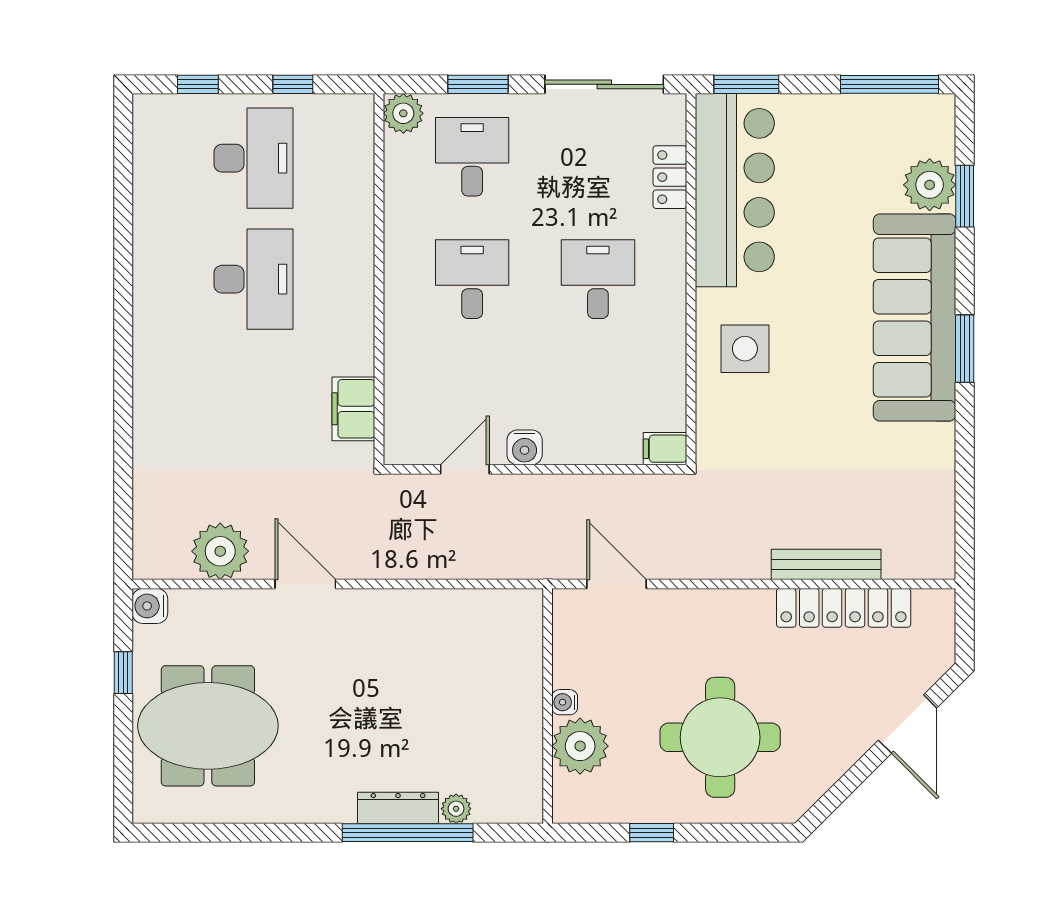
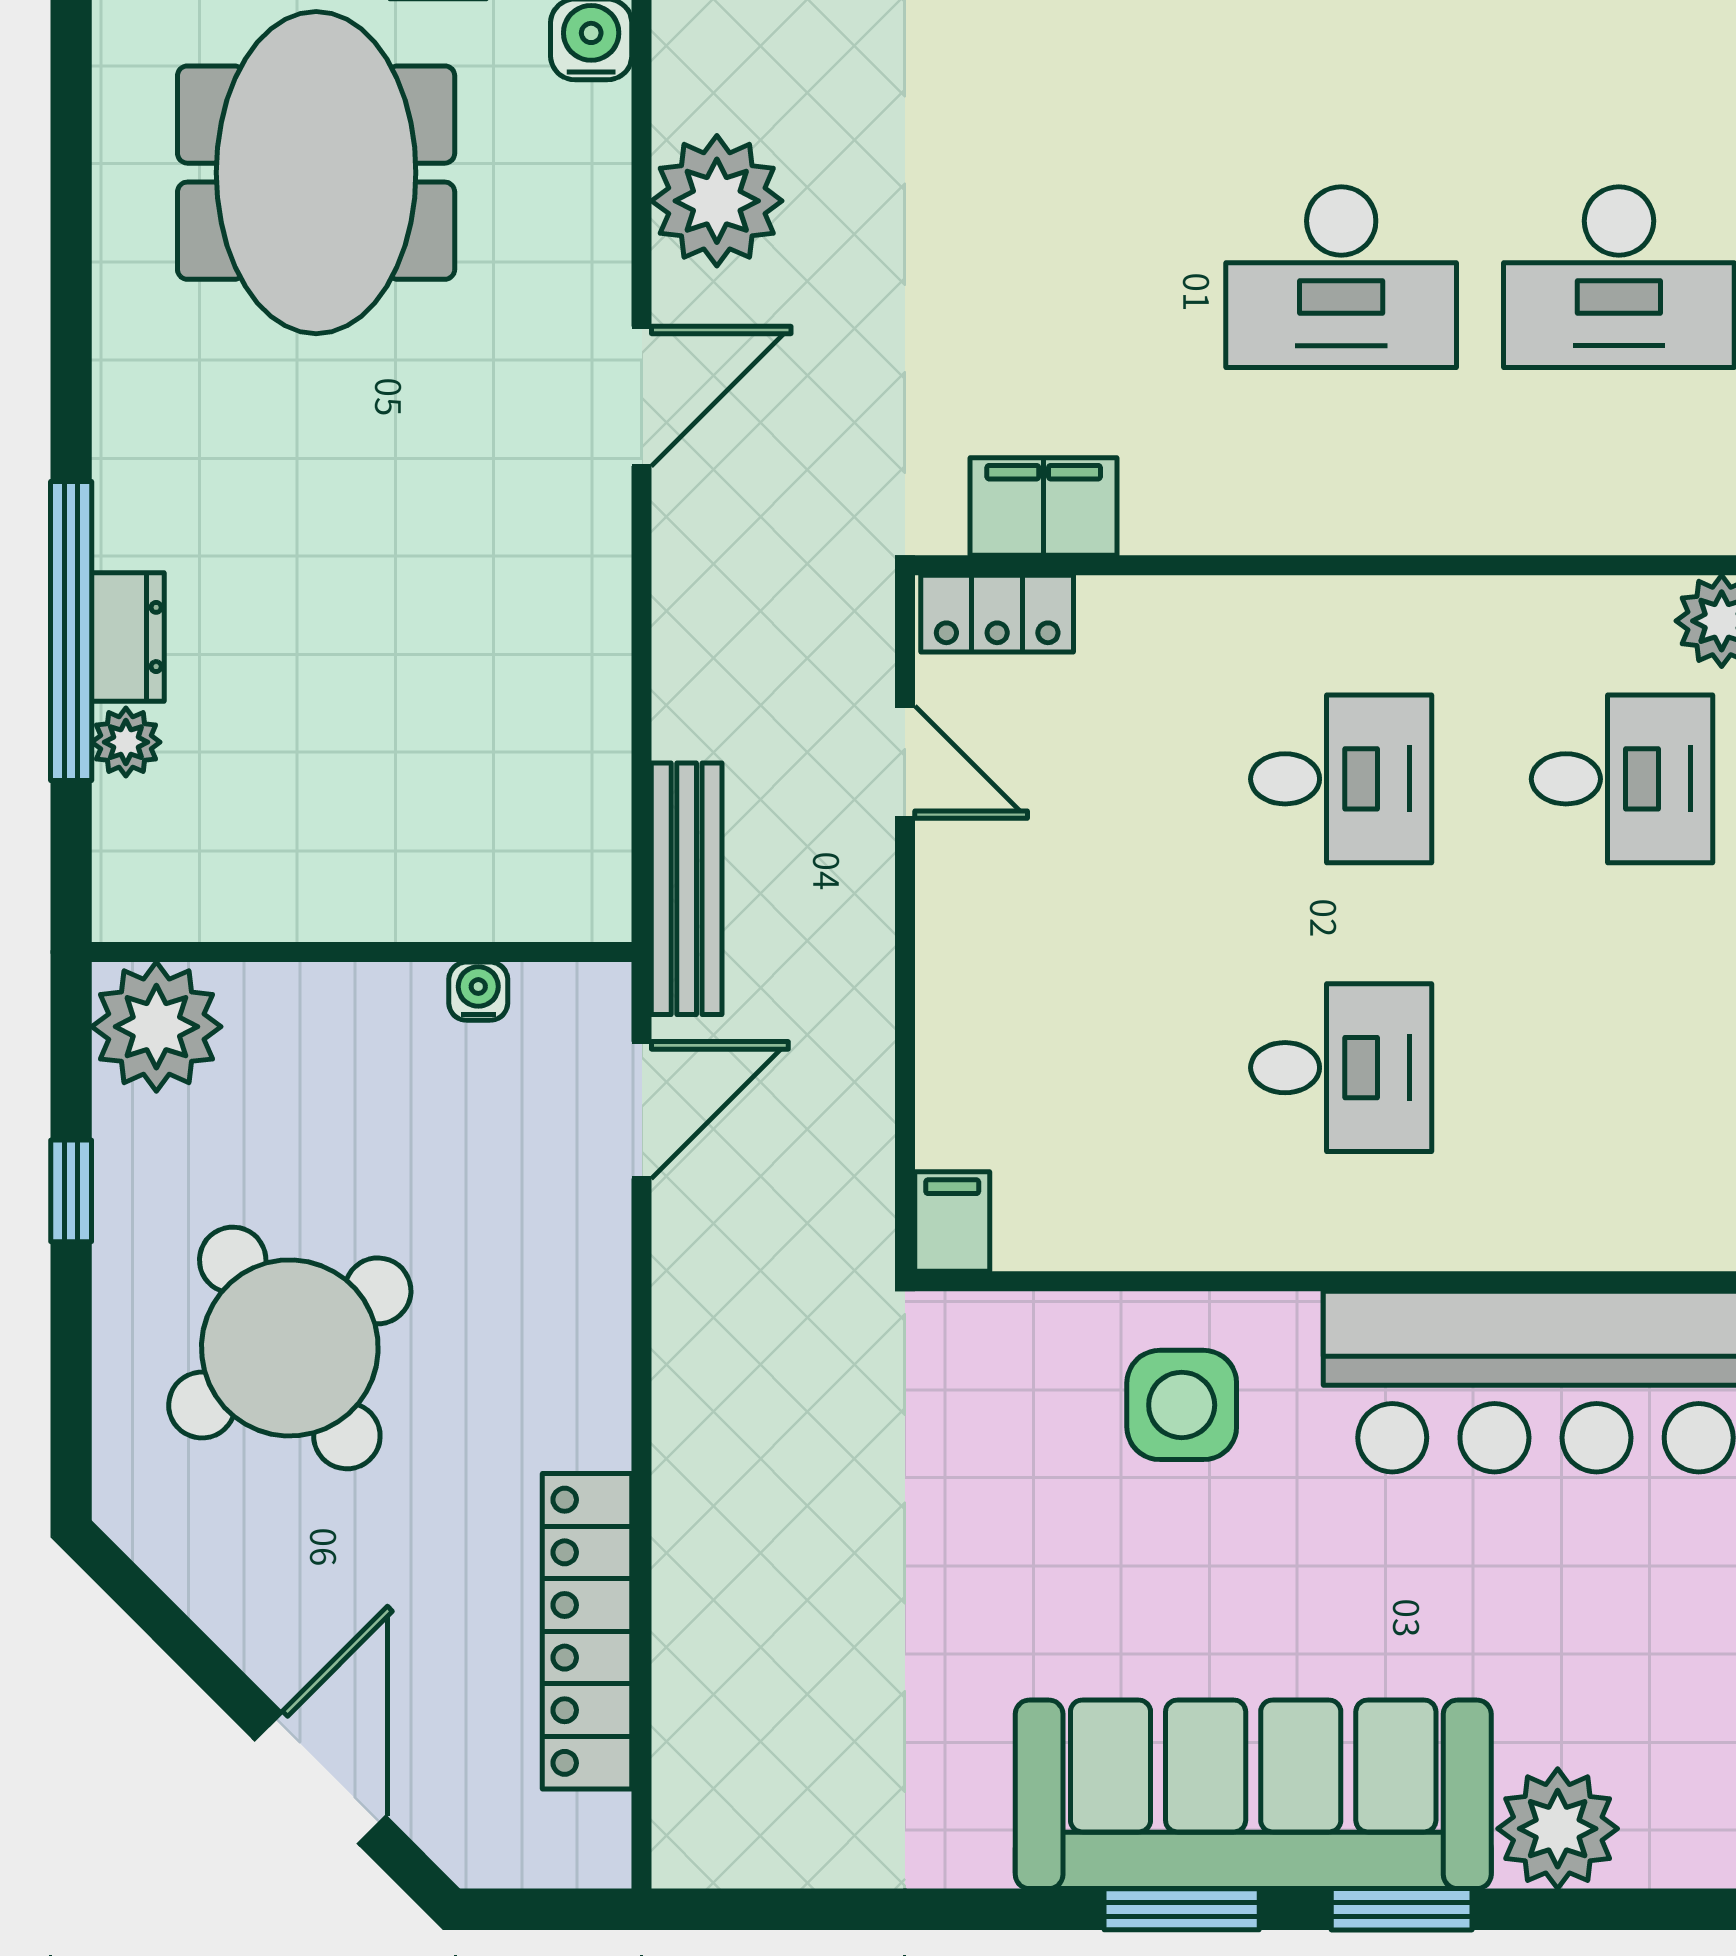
locker: (670, 177) -> (997, 614), moved, turned 180
window: (965, 196) -> (1402, 1909), moved
water cooler: (525, 447) -> (955, 899), removed
bench: (826, 564) -> (687, 889), moved
water cooler: (565, 702) -> (478, 991), moved
door: (908, 724) -> (320, 1778), swing flipped
round table: (720, 737) -> (290, 1348), turned -33
plant: (580, 746) -> (156, 1027), moved
dresser: (398, 808) -> (128, 637), width x0.70

